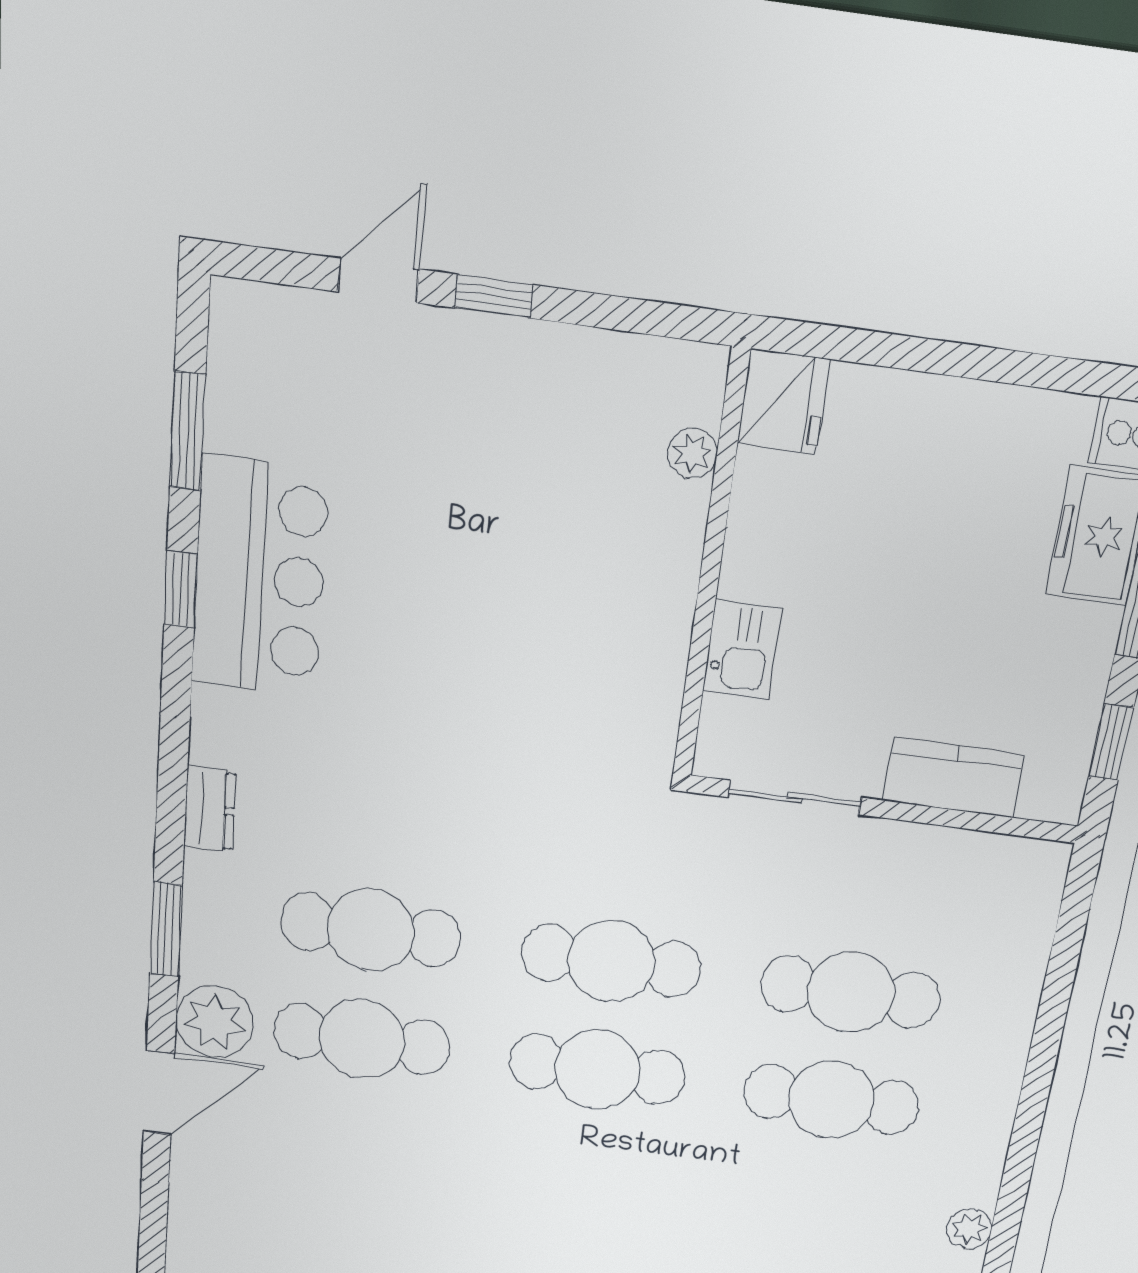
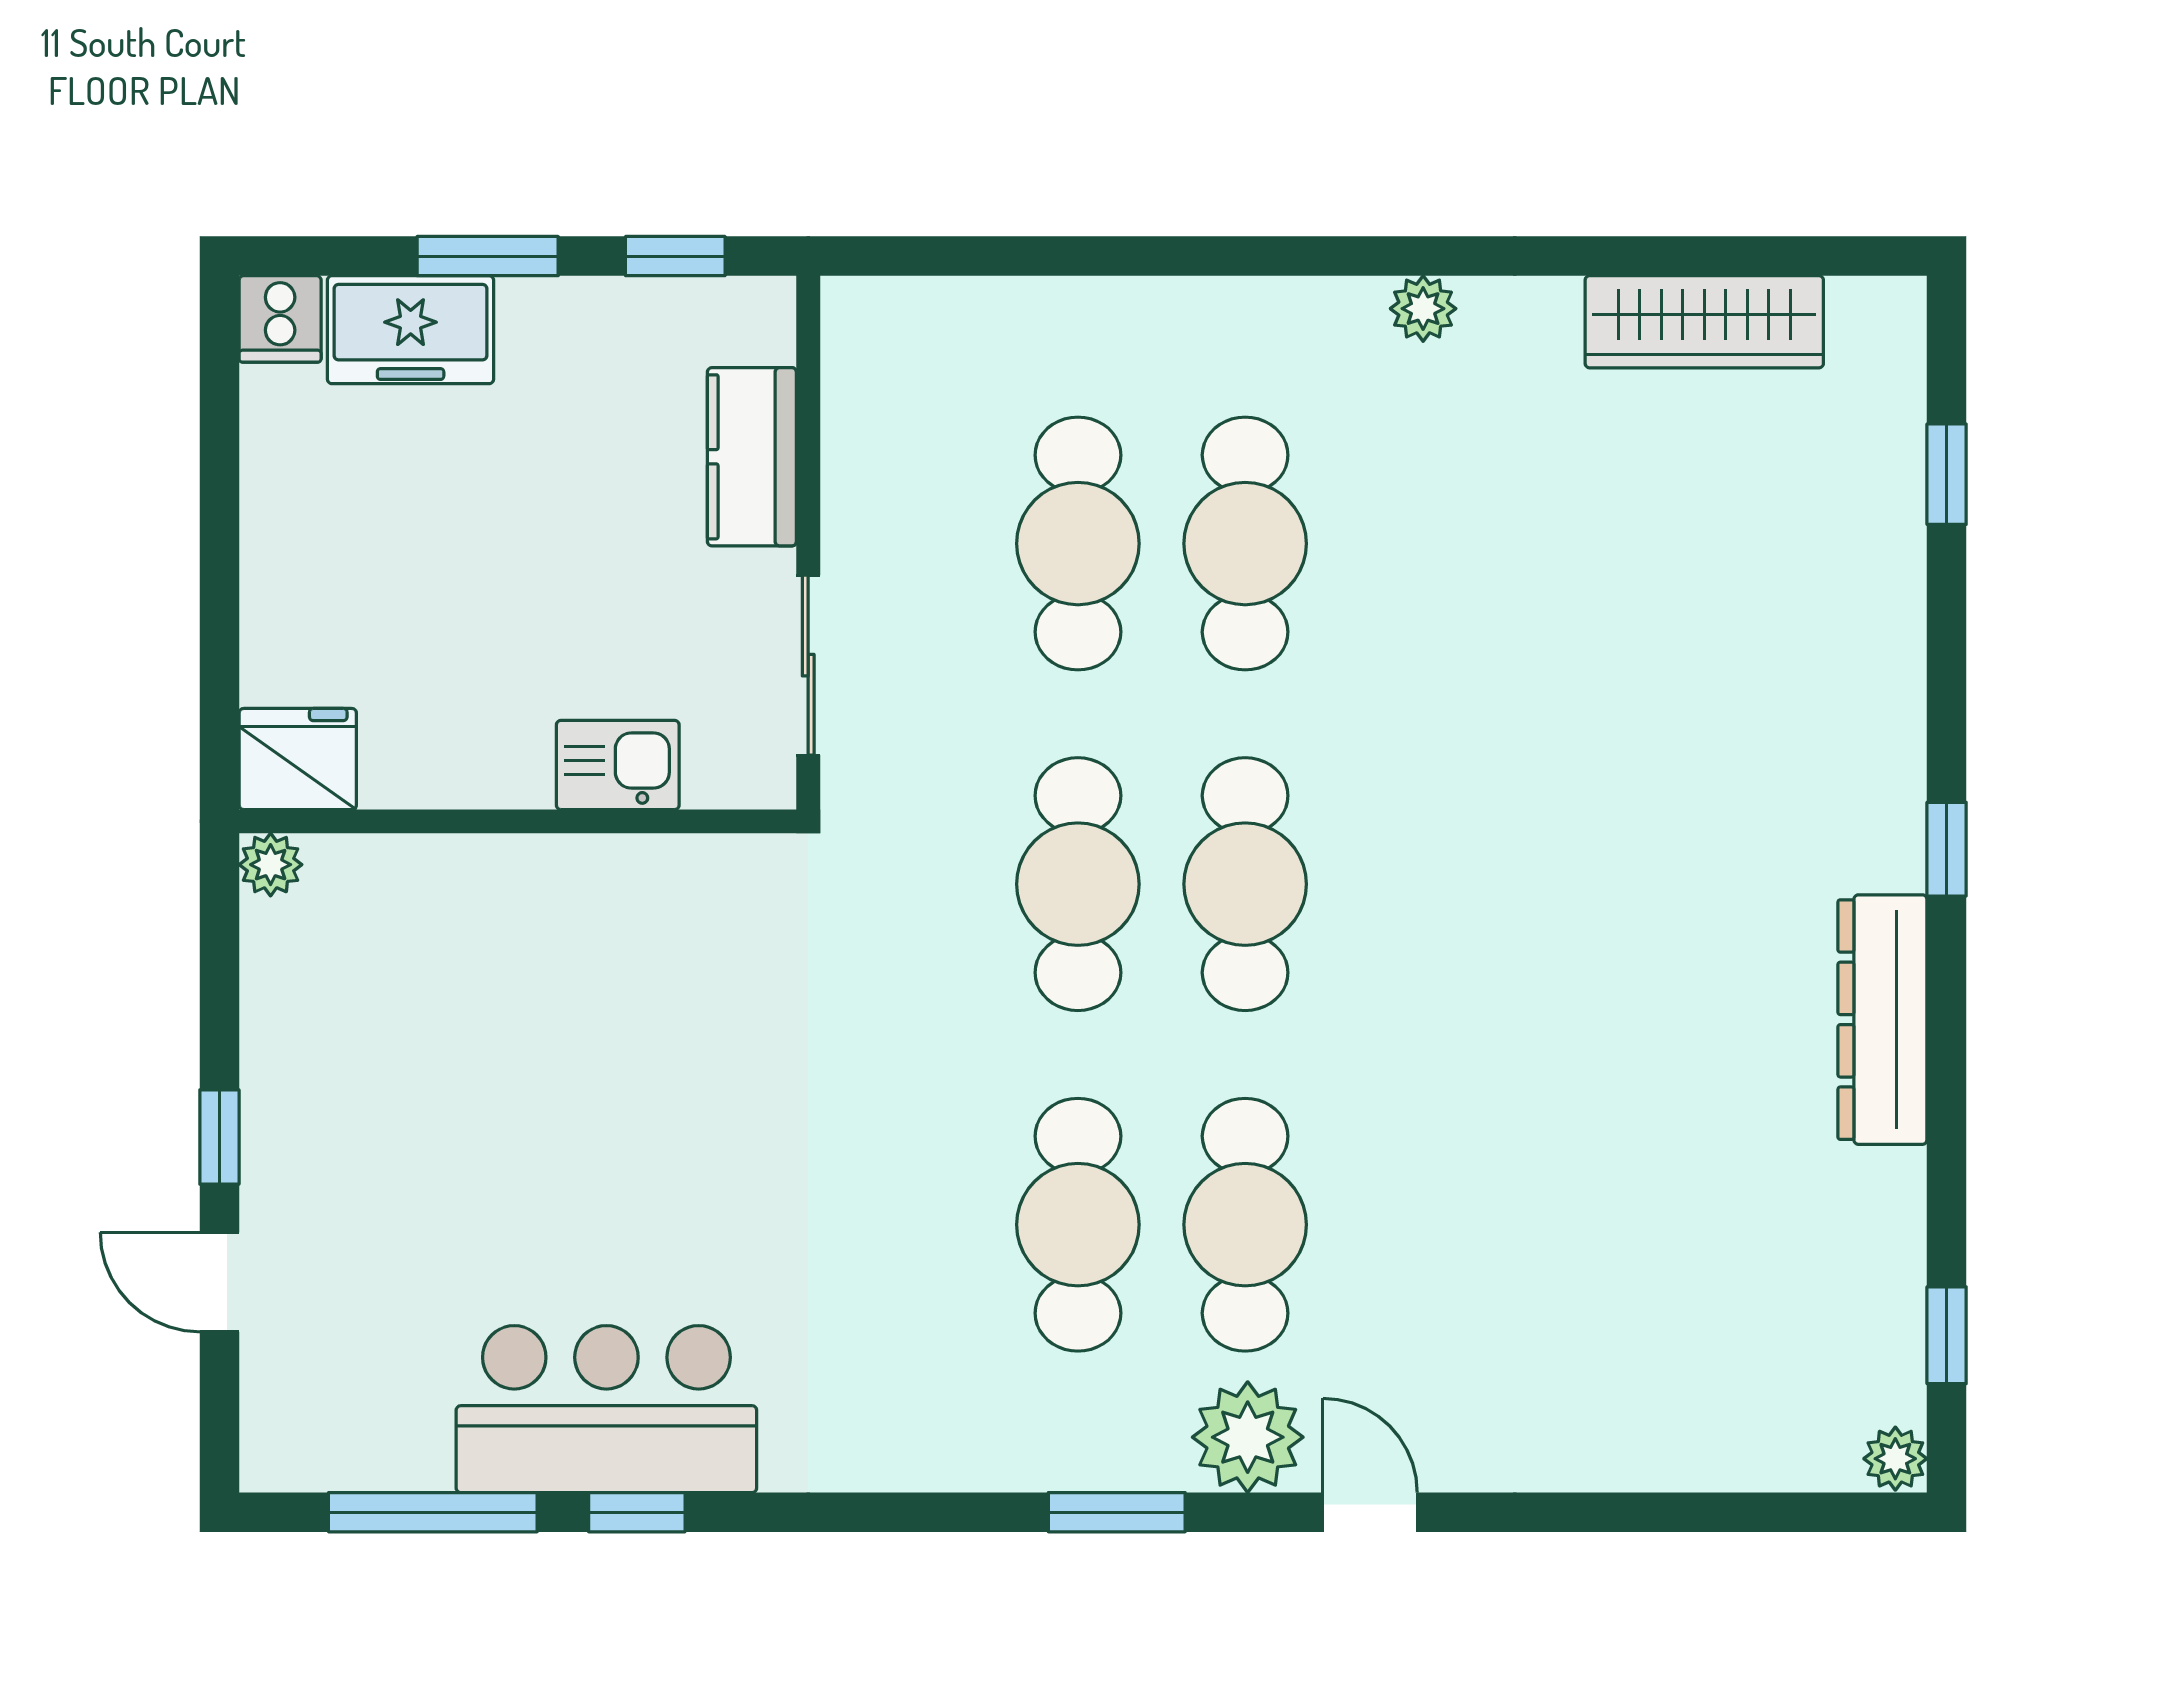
window: (188, 431) -> (433, 1512), width x1.44
plant: (693, 453) -> (271, 865), moved
dresser: (210, 809) -> (933, 1459), removed
door: (159, 1093) -> (1370, 1512), width x0.73

